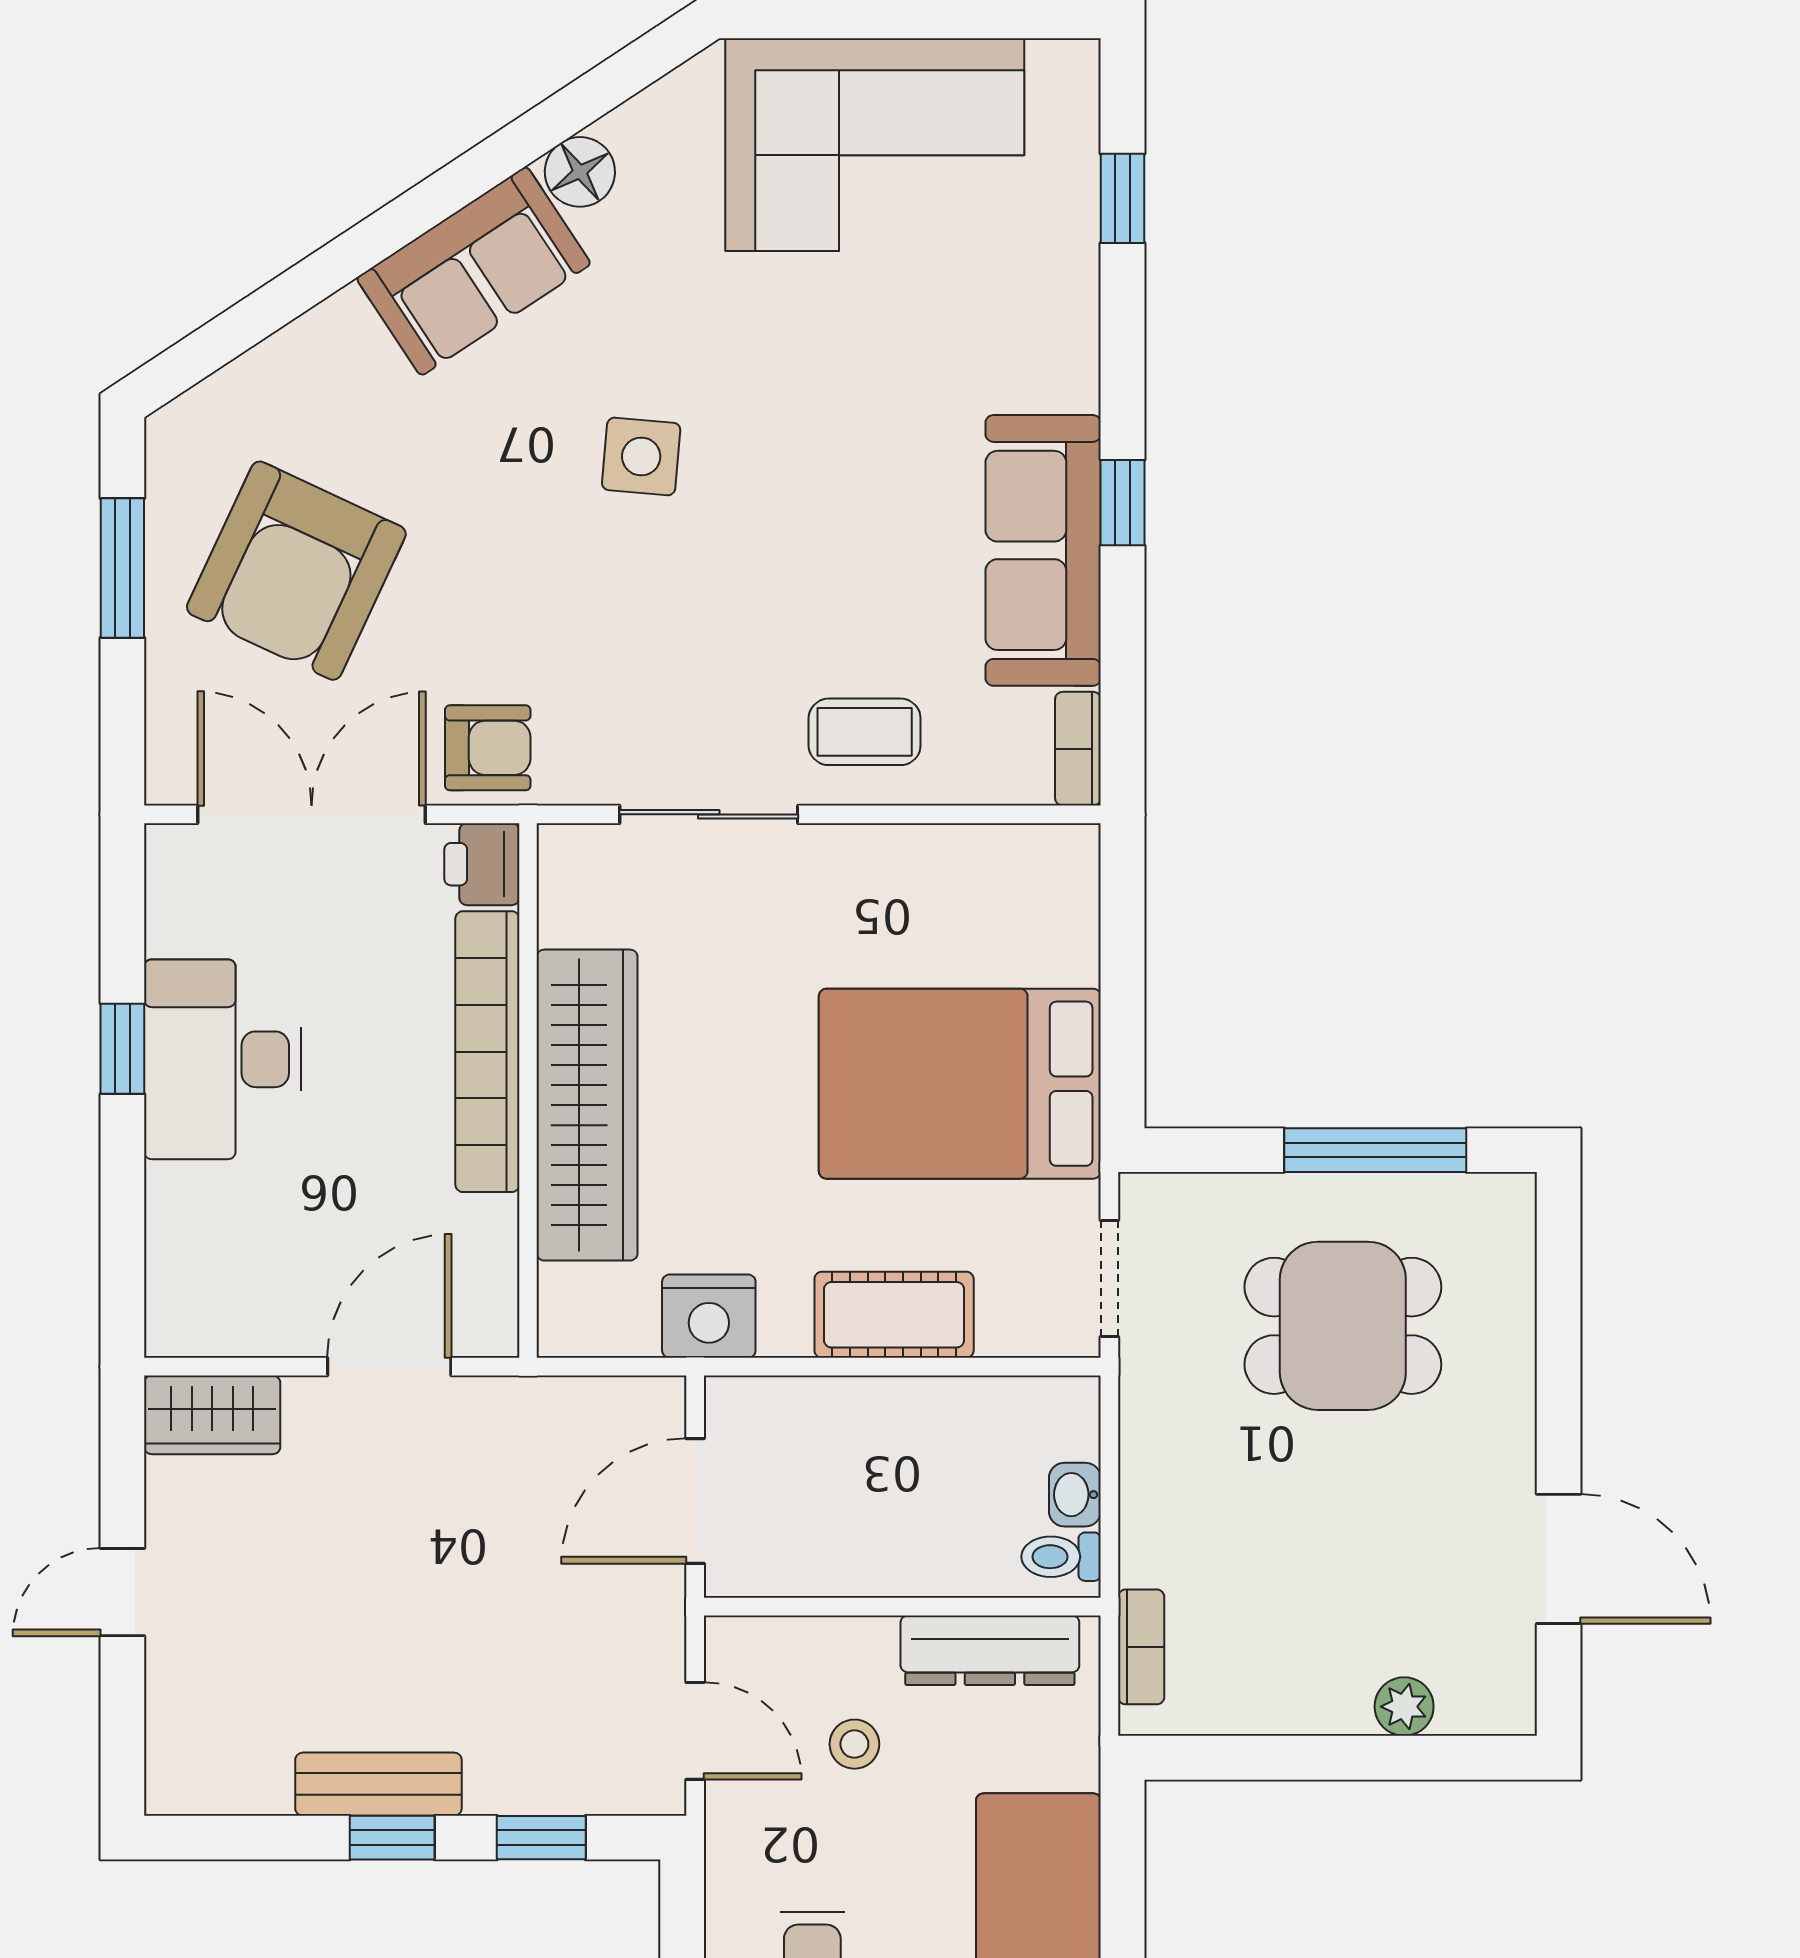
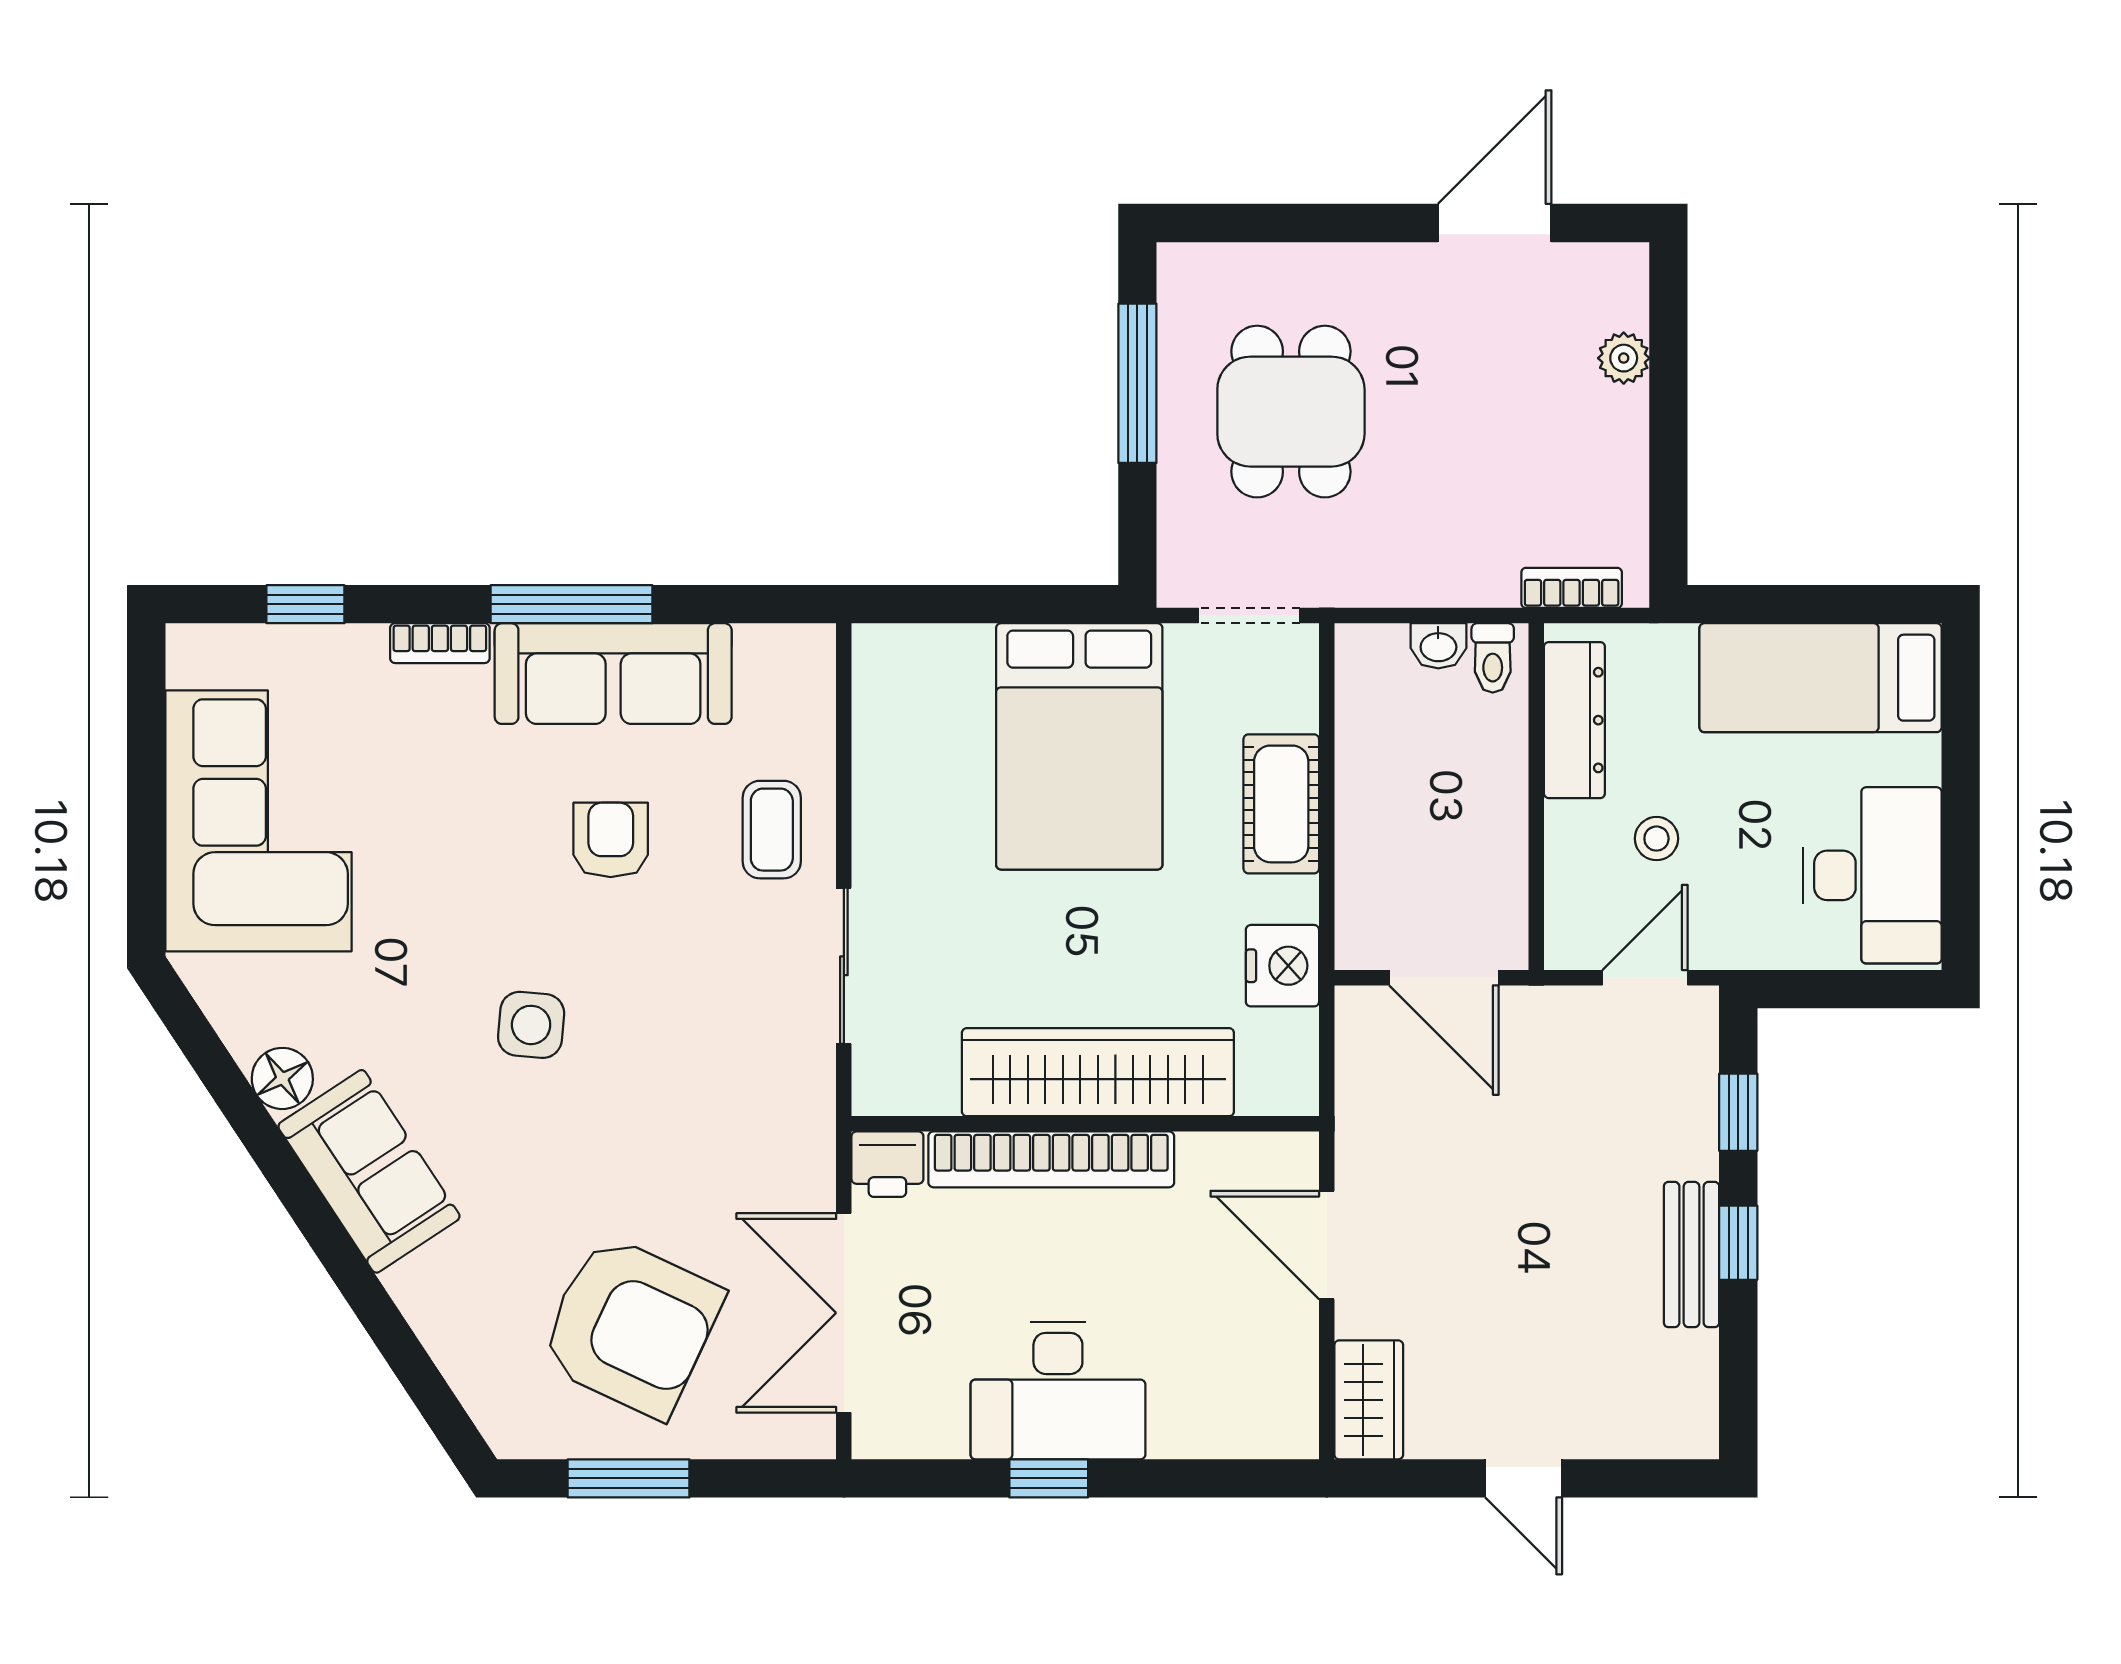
window: (1123, 503) -> (571, 604), width x2.17
armchair: (488, 748) -> (611, 840), moved
bookcase: (1078, 749) -> (440, 643), moved

